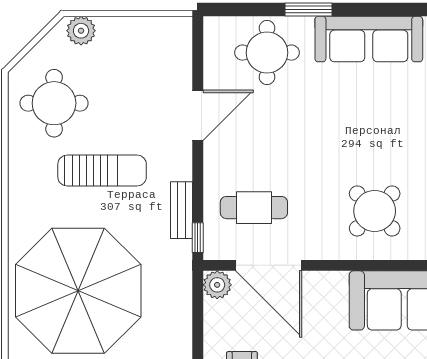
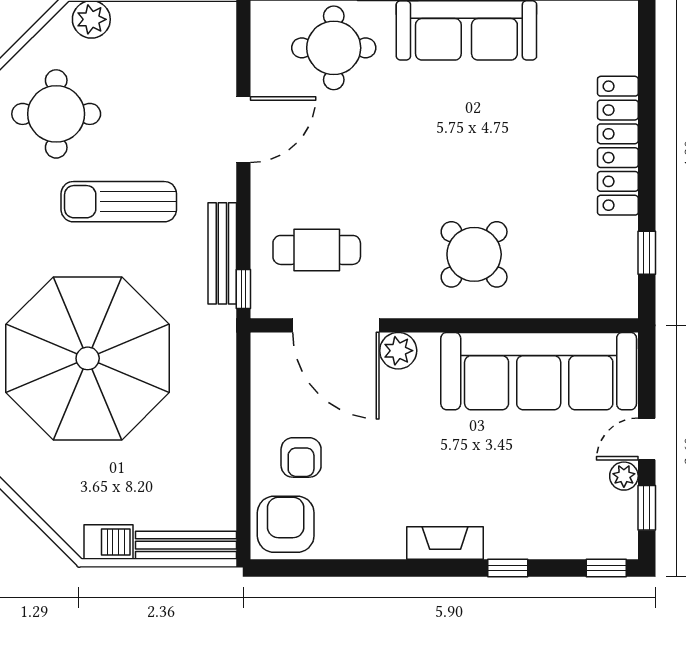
sun lounger: (102, 171) -> (119, 202), turned 180
bench: (181, 210) -> (222, 253), width x1.36
plant: (217, 285) -> (398, 351), moved

